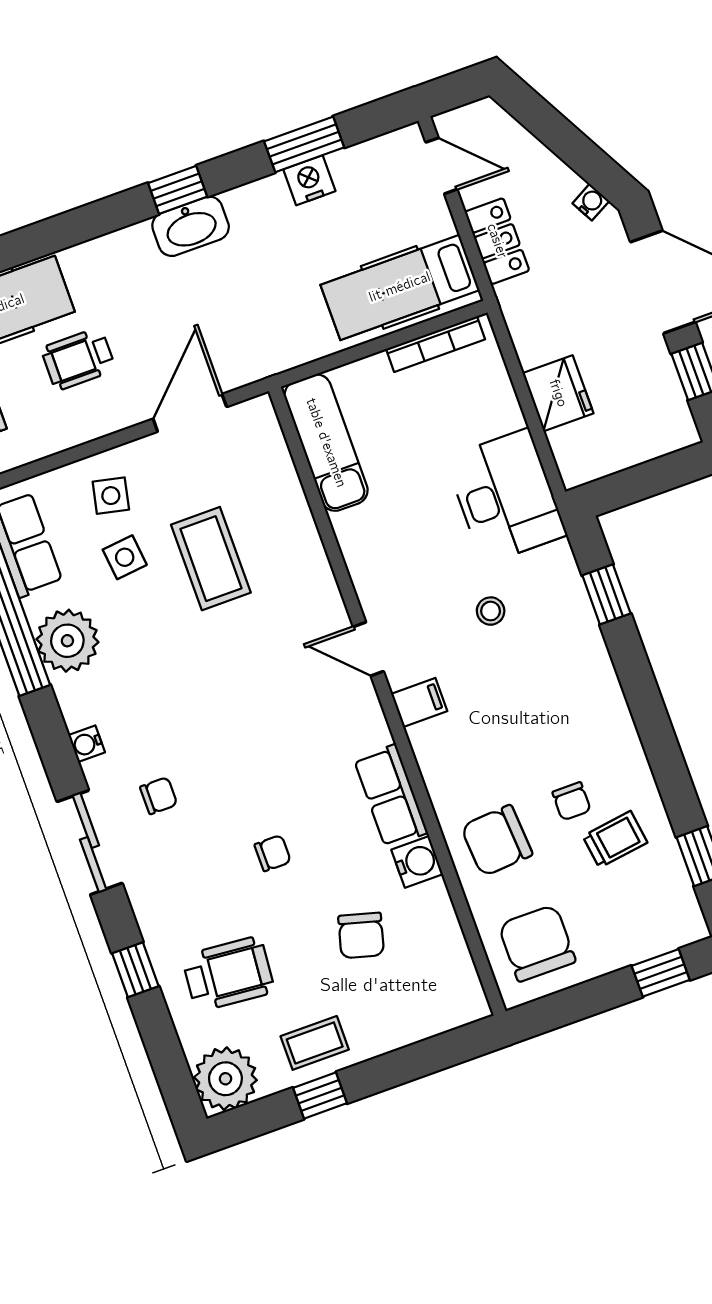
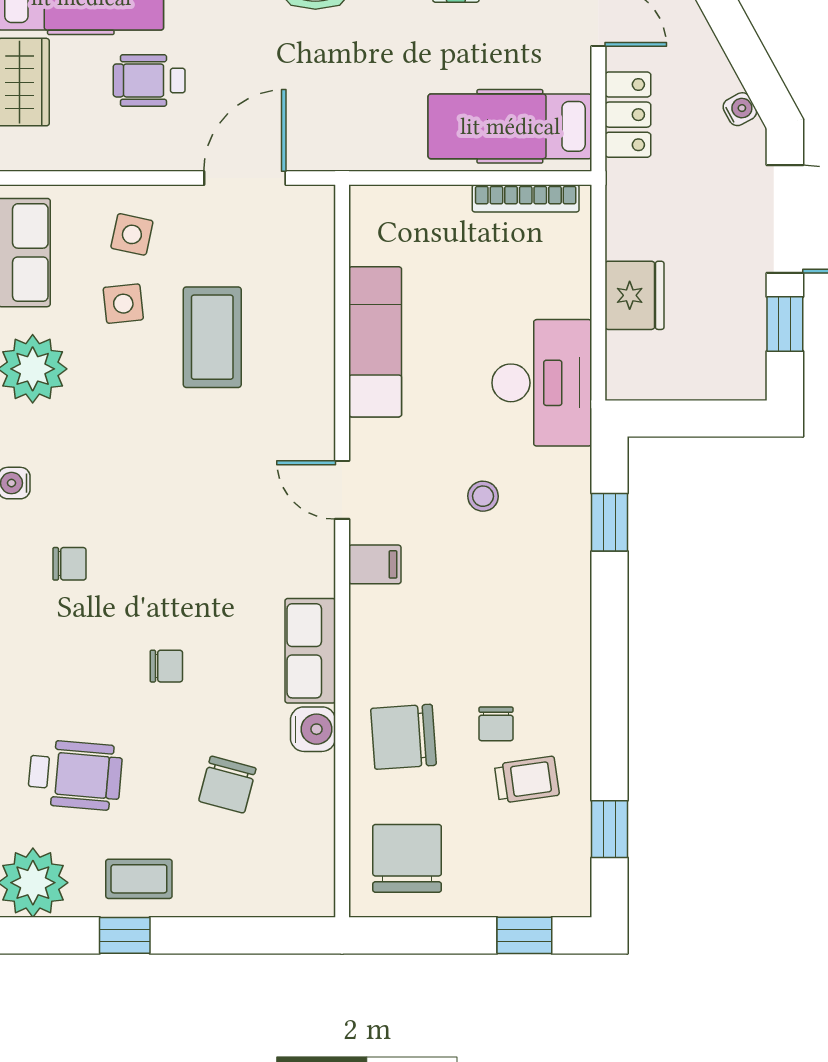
exam couch: (326, 443) -> (375, 342), moved

